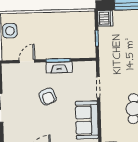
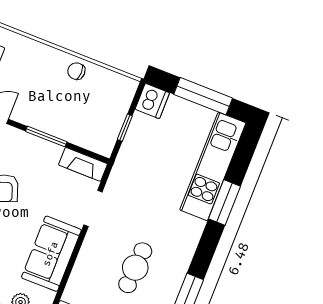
chair: (59, 20) -> (76, 71), added
fireplace: (59, 67) -> (83, 164), moved

